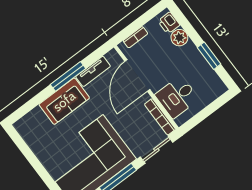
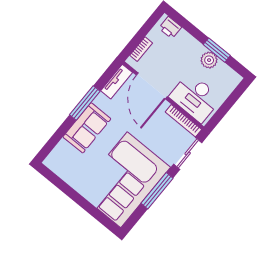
plant: (179, 38) -> (209, 60), moved
tv unit: (93, 71) -> (117, 82), moved
desk: (177, 97) -> (195, 97), width x1.37

